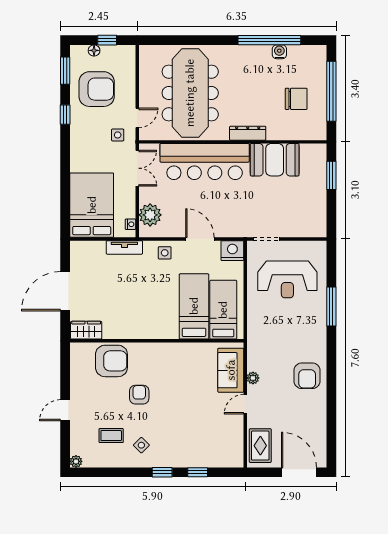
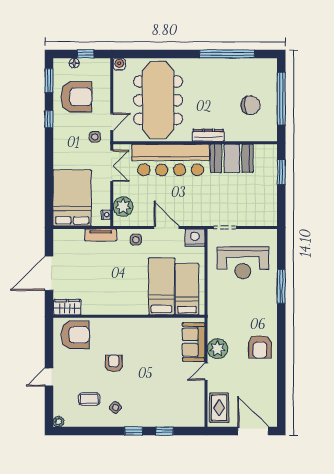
water cooler: (279, 52) -> (119, 64), moved
armchair: (111, 361) -> (75, 335), moved
plant: (253, 378) -> (218, 349), width x1.87, depth x1.87

